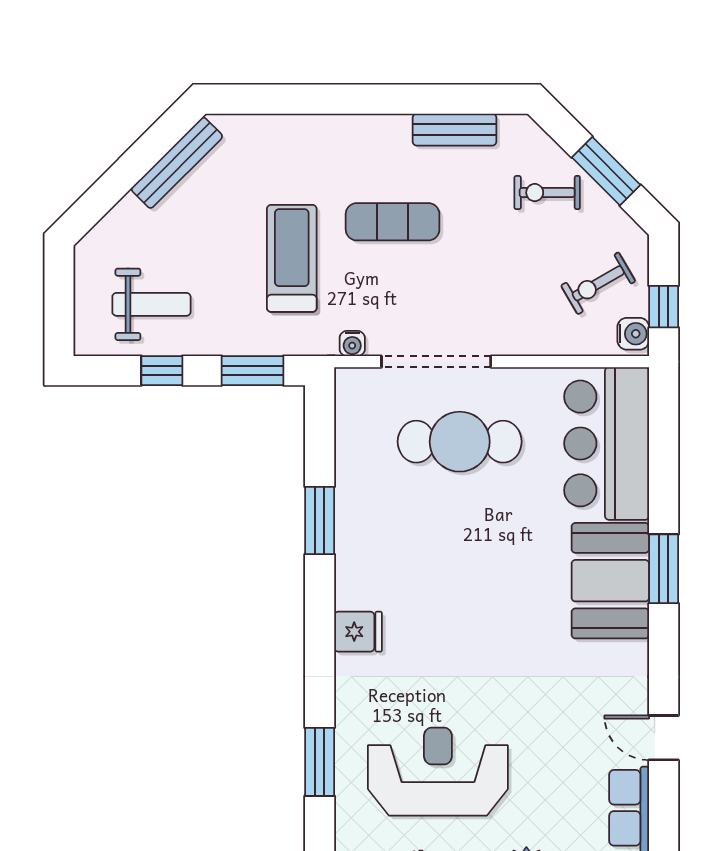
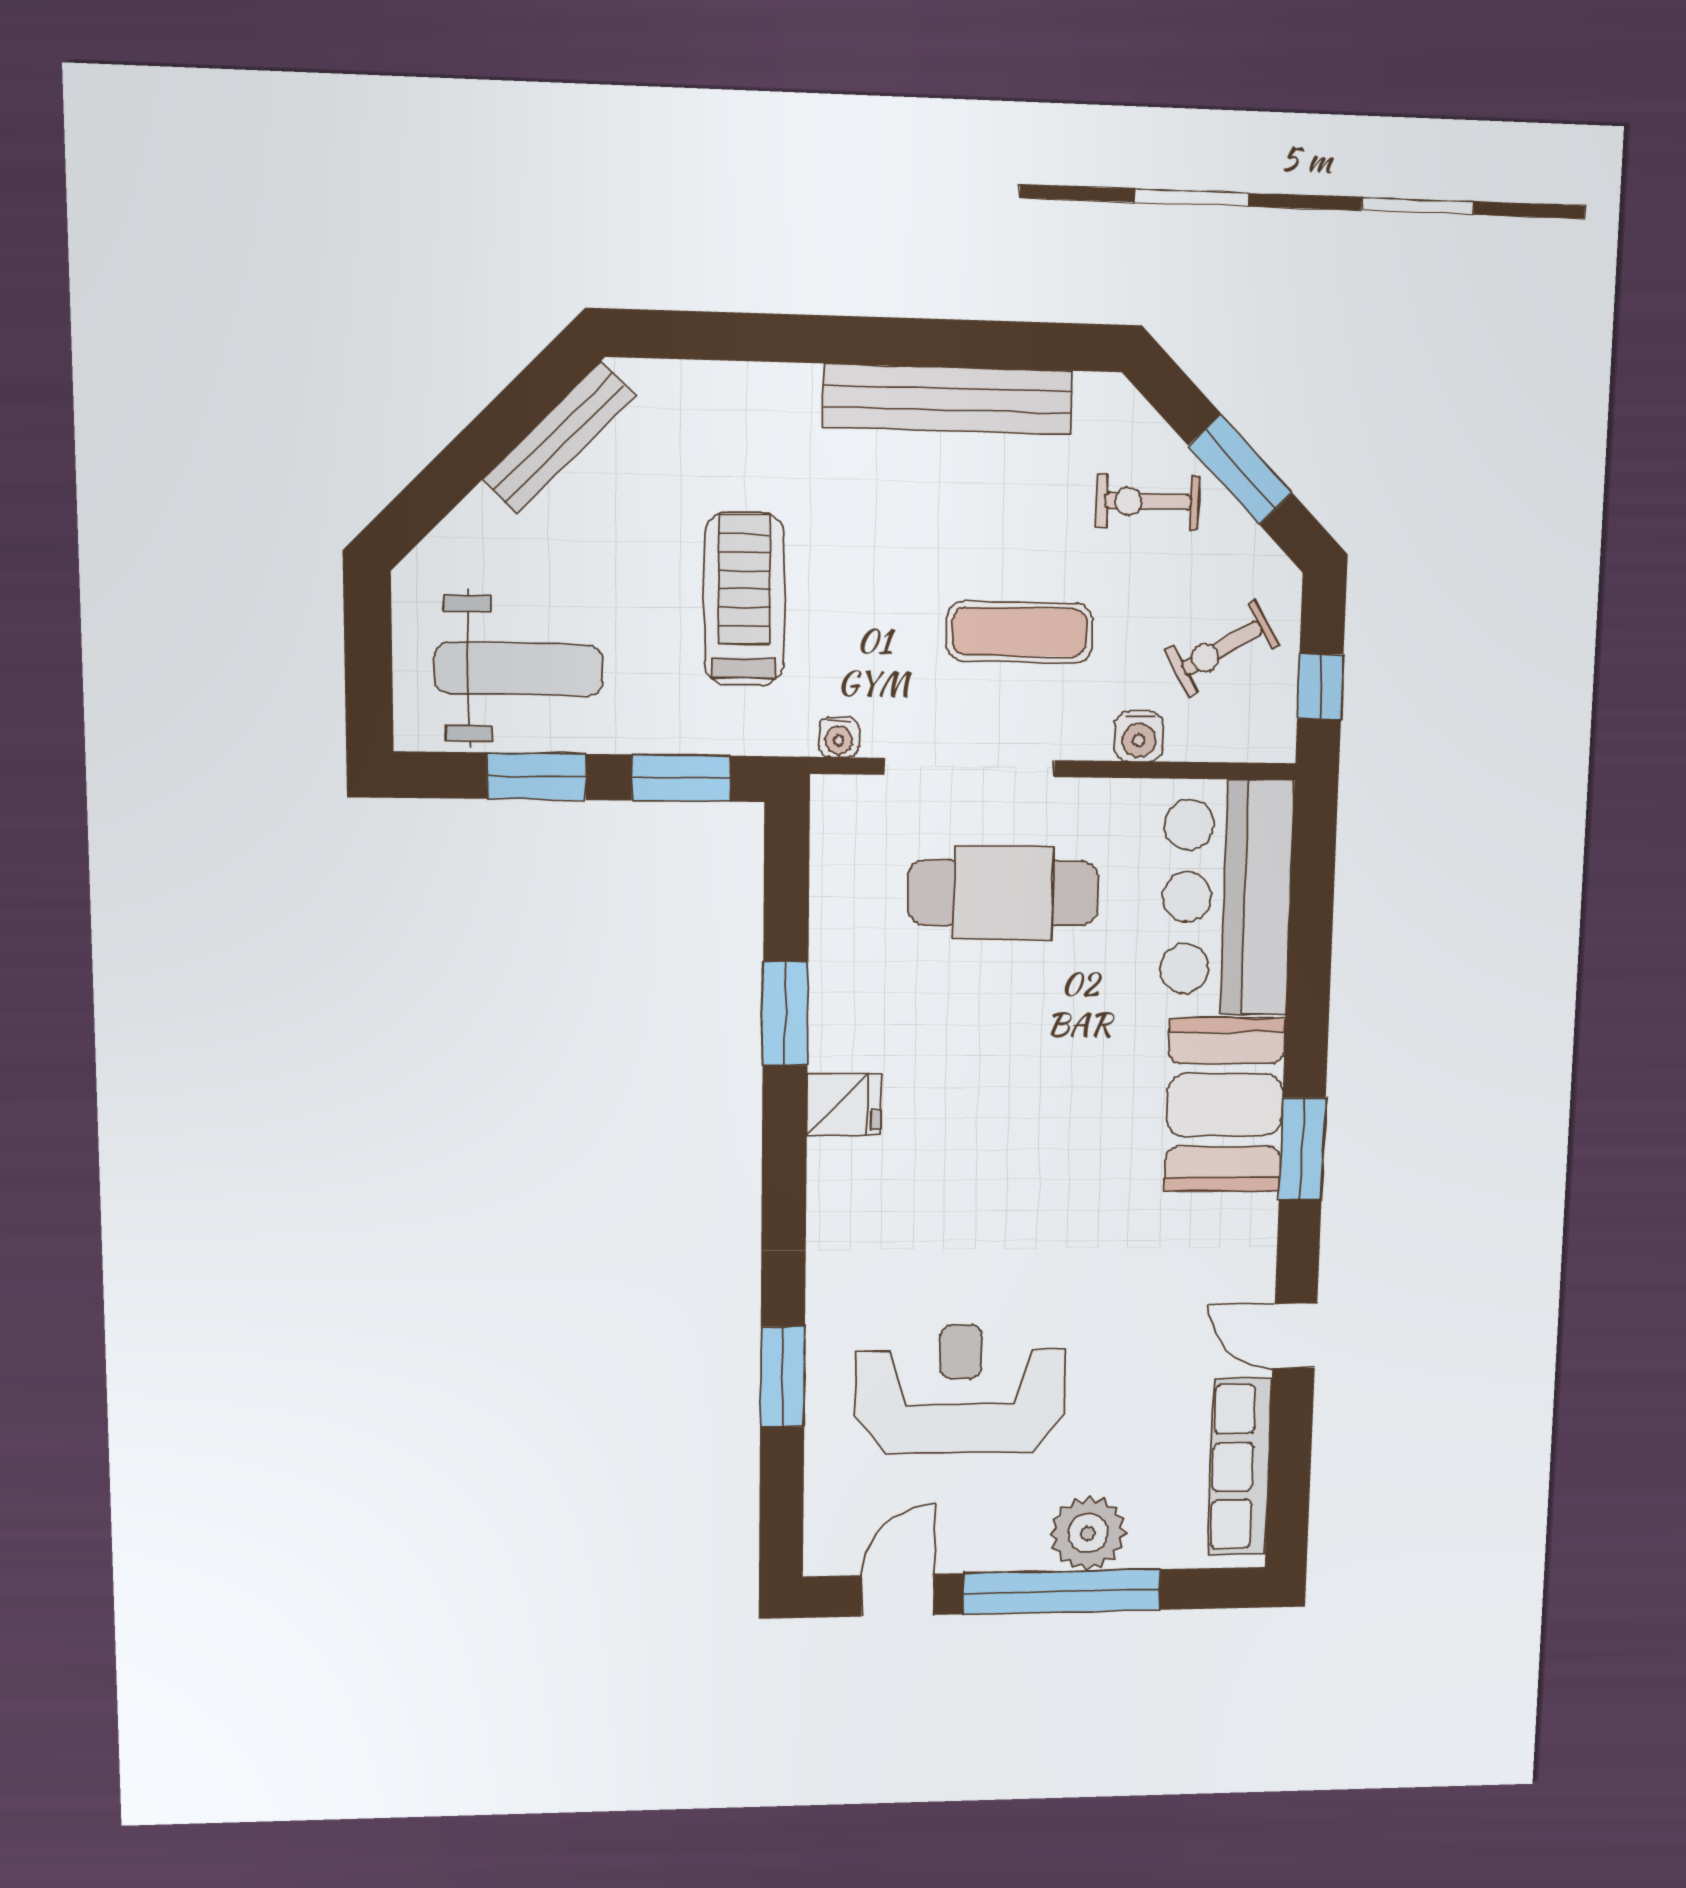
bench: (454, 130) -> (948, 399), width x1.86, depth x1.21
exercise mat: (393, 222) -> (1019, 632), moved
weight bench: (151, 304) -> (519, 669), width x1.36, depth x1.33
water cooler: (633, 334) -> (1139, 736), moved, turned 90
window: (162, 371) -> (536, 776), width x1.50
window: (664, 569) -> (1302, 1149), moved
fridge: (358, 632) -> (844, 1105), moved

